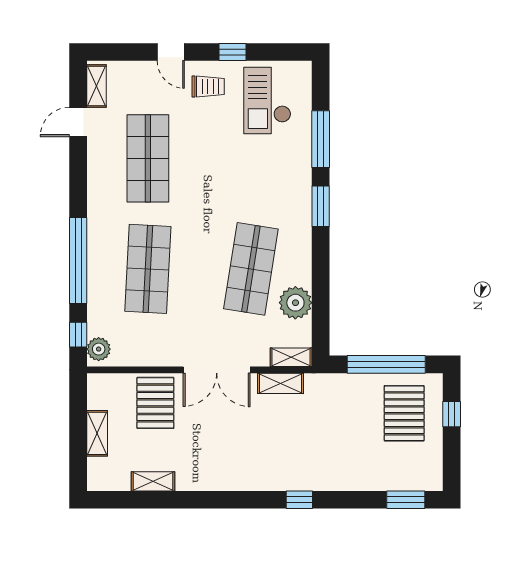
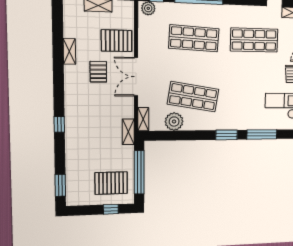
shelving: (280, 383) -> (128, 132), moved
pallet: (209, 434) -> (98, 72), added
shelving: (153, 481) -> (69, 51), moved

